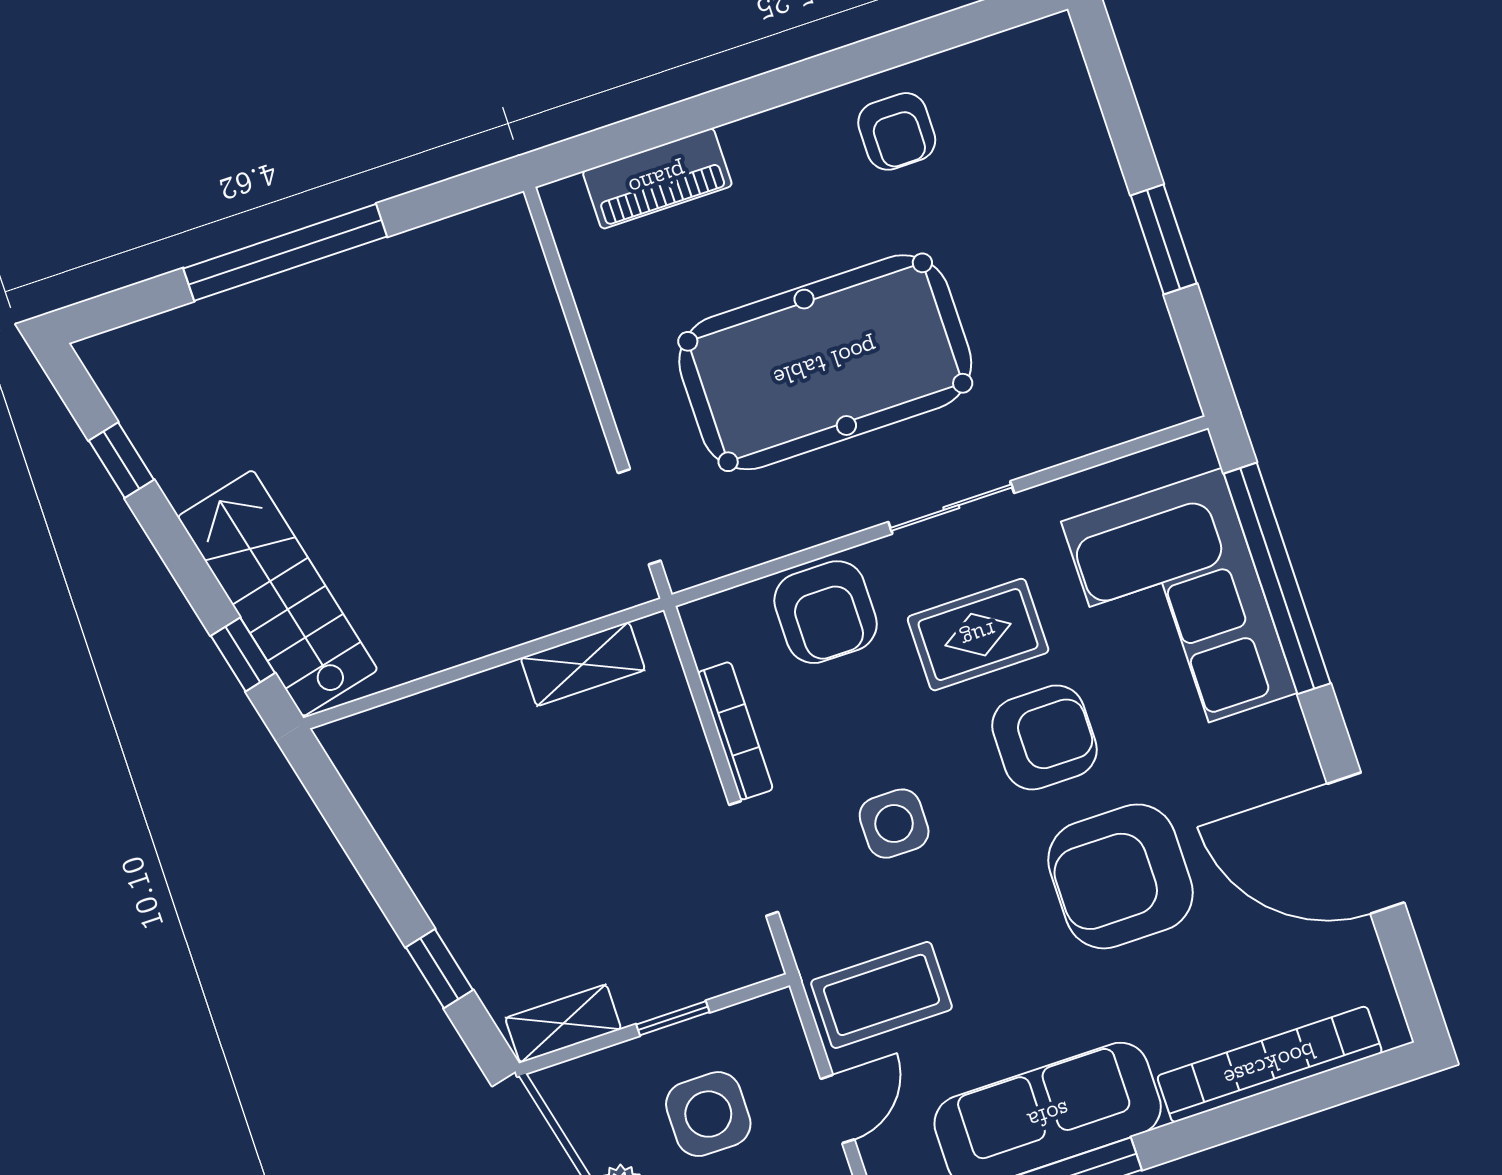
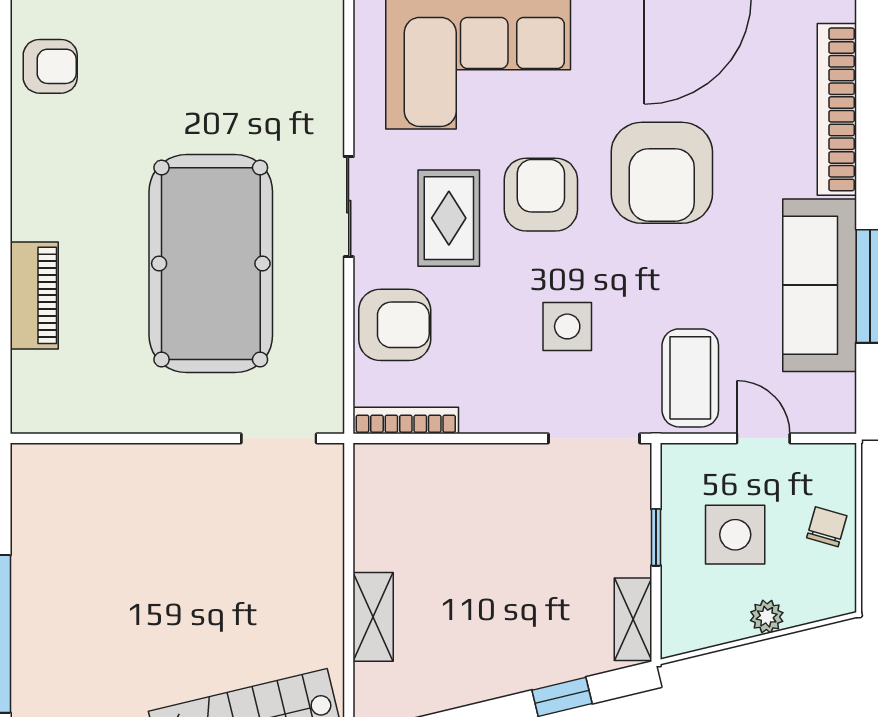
armchair: (897, 131) -> (50, 66), moved
piano: (657, 179) -> (34, 295), moved
shelving: (583, 664) -> (373, 617), moved
bookcase: (735, 731) -> (406, 420), moved
doorway: (754, 858) -> (594, 438), moved

